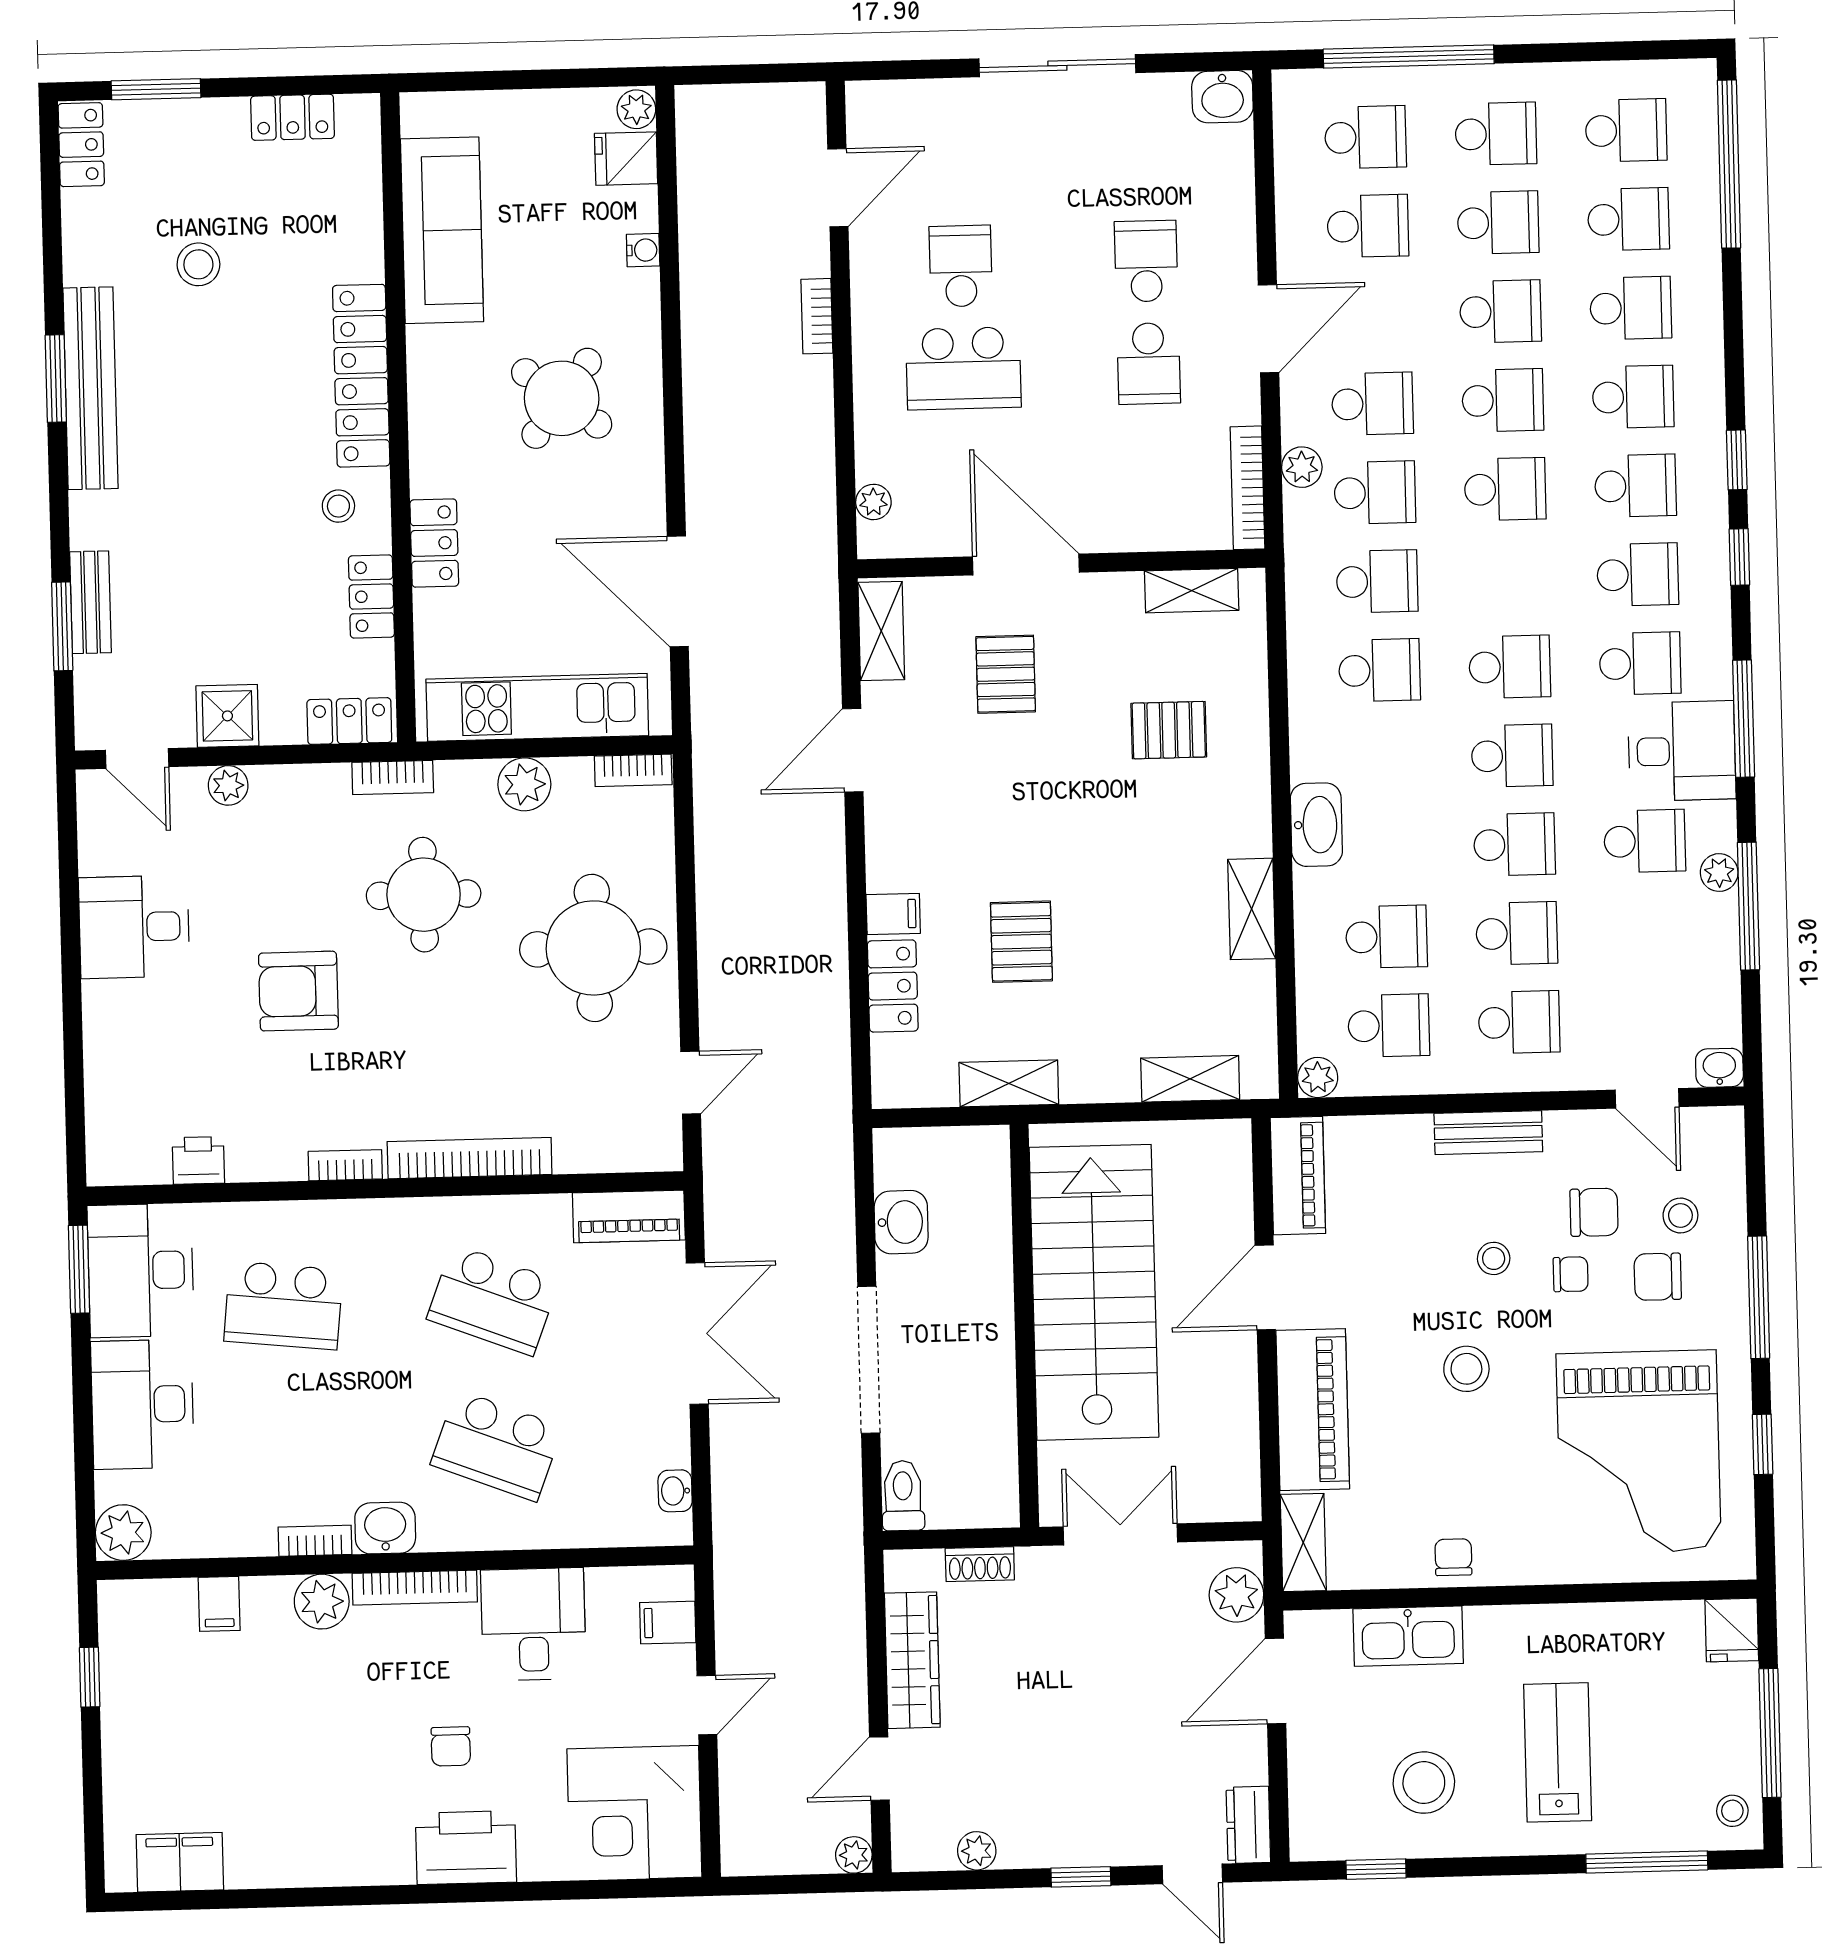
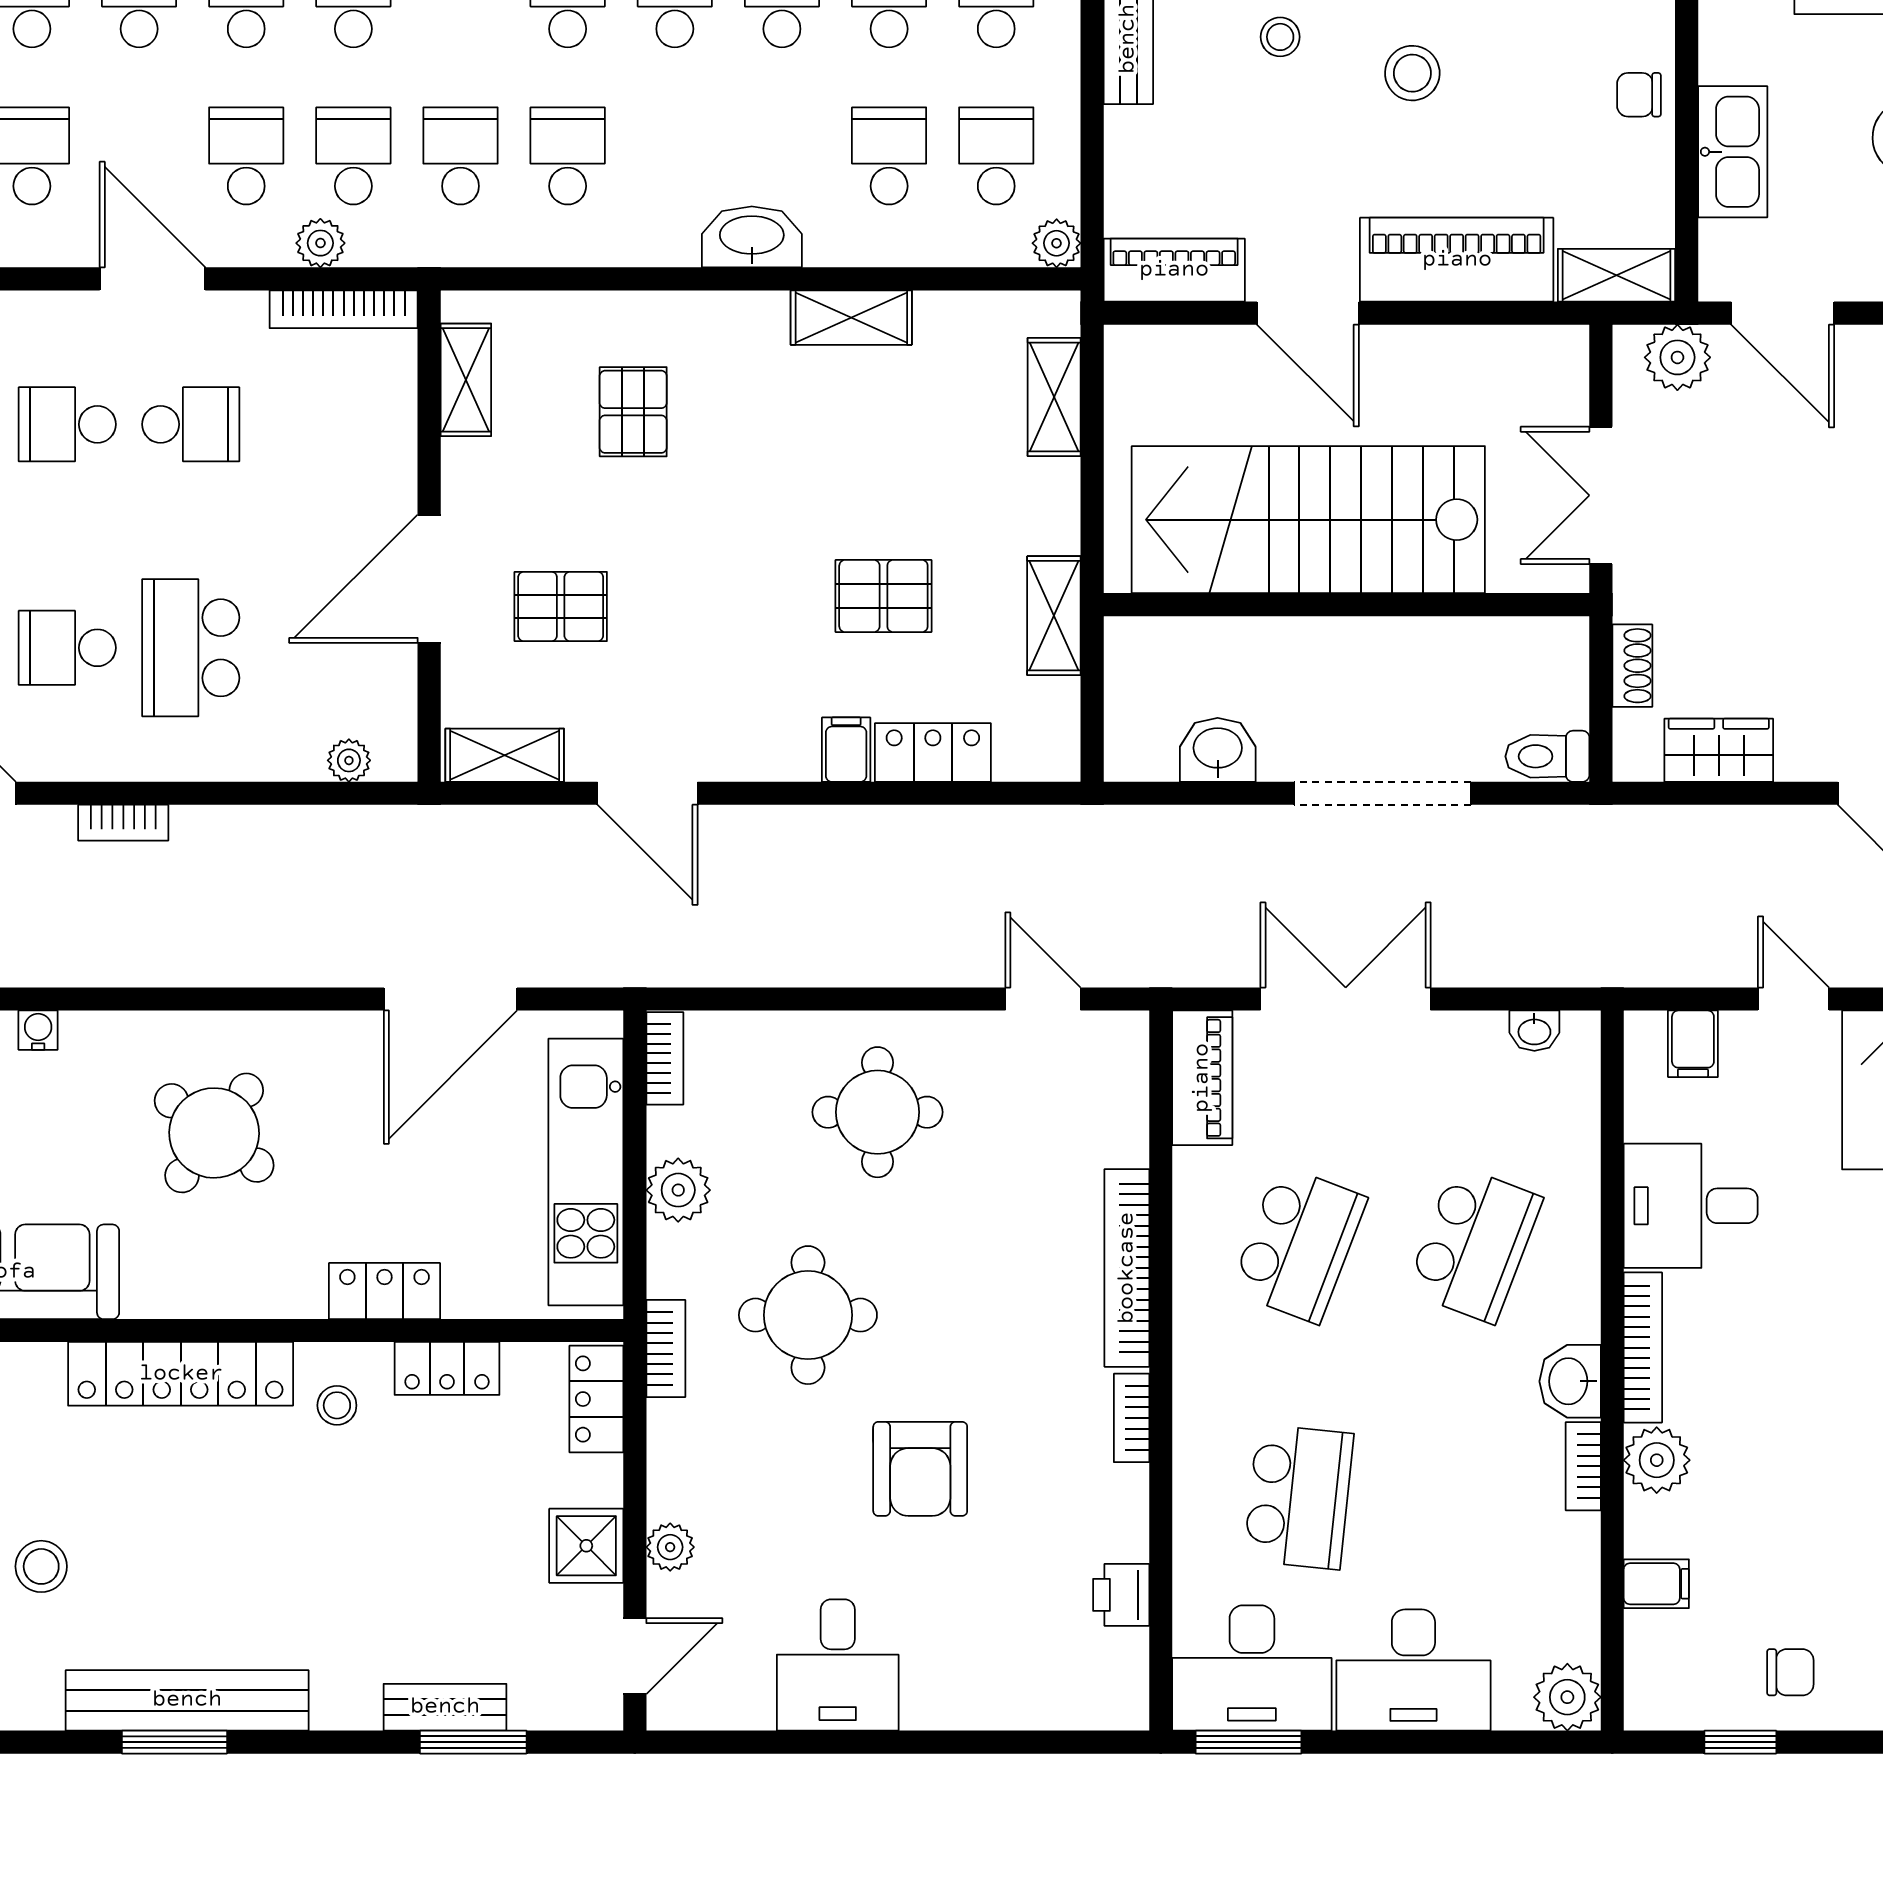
school desk: (963, 368) -> (191, 648), turned 180
round table: (593, 948) -> (878, 1112), width x0.73, depth x0.73
wardrobe: (912, 1660) -> (1719, 750), width x0.67
chair: (451, 1746) -> (1790, 1672), moved

